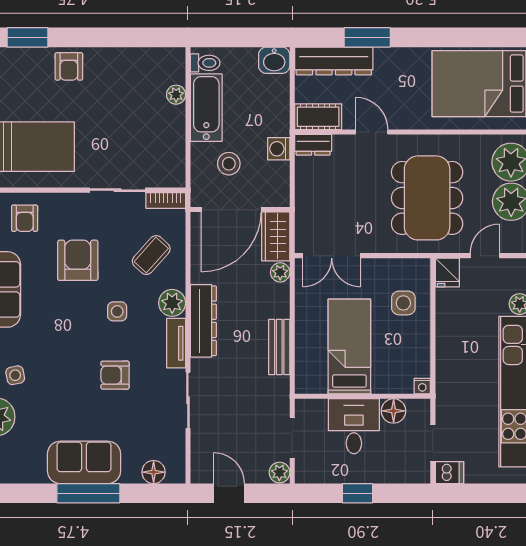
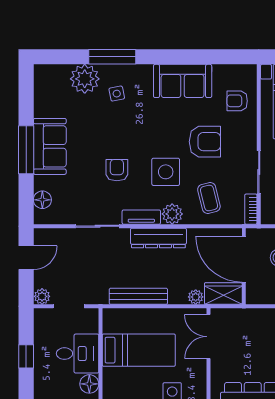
coffee table: (151, 255) -> (209, 198), turned 34
side table: (117, 311) -> (166, 172), width x1.87, depth x1.87
bench: (279, 347) -> (138, 296), width x1.36

